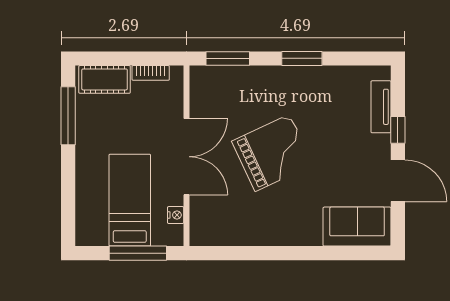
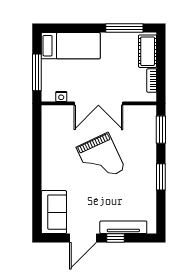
tv unit: (381, 107) -> (123, 227), width x1.41
bed: (130, 200) -> (71, 46), moved

